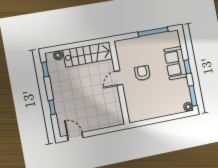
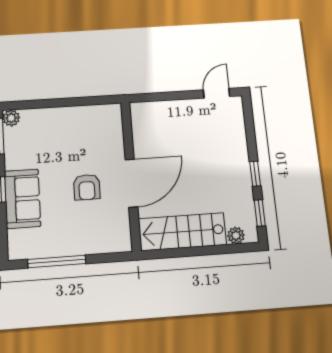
door: (118, 78) -> (131, 183), width x1.87
window: (52, 107) -> (255, 174), moved
door: (75, 137) -> (217, 93), swing flipped

